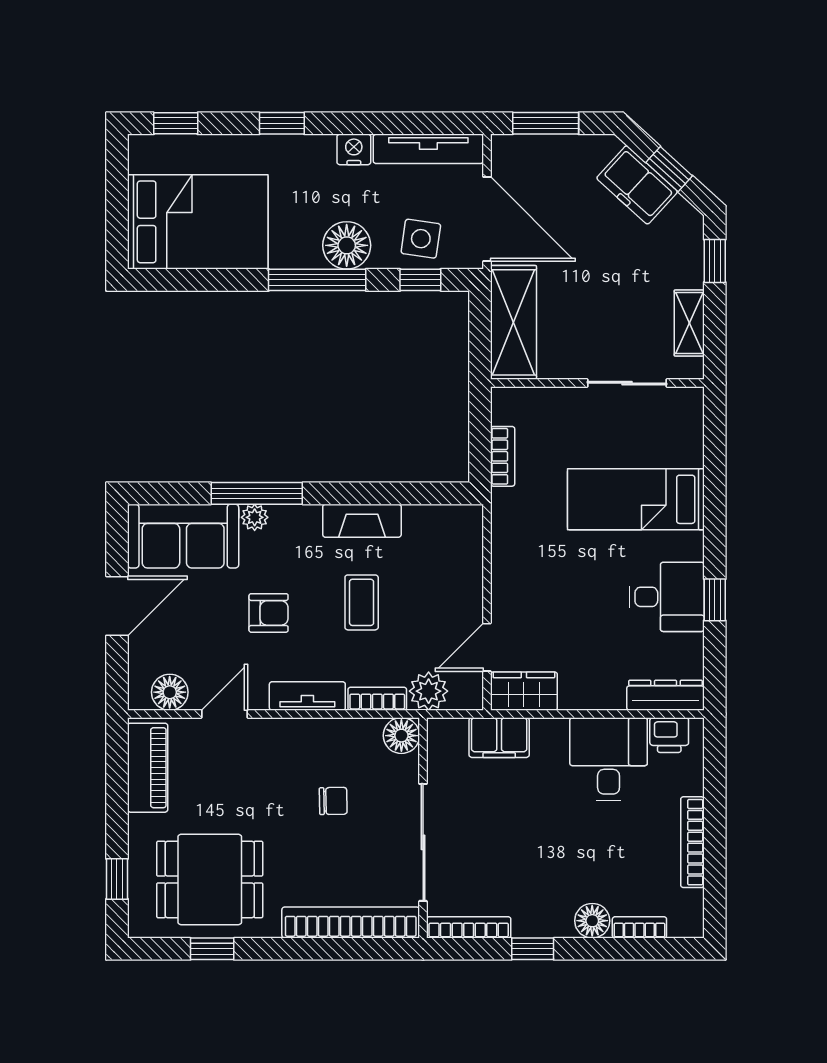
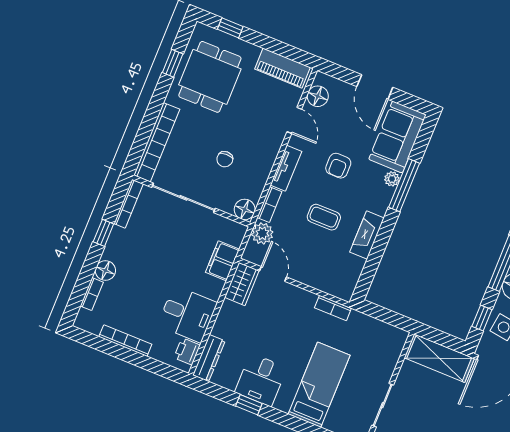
bookcase: (503, 456) -> (333, 308), moved

